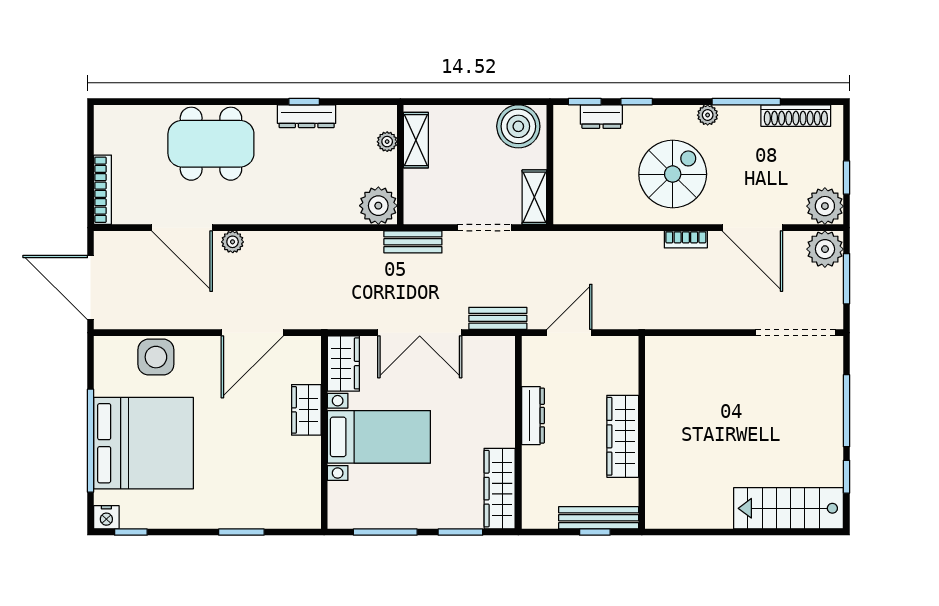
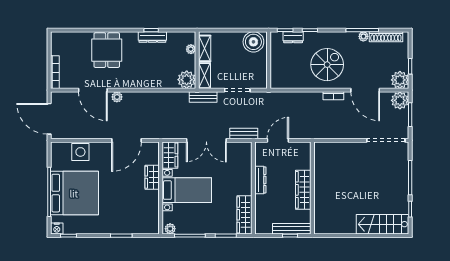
plant: (708, 115) -> (363, 36), moved
dining table: (211, 144) -> (107, 50), width x0.73
shelving: (534, 197) -> (204, 76), moved
plant: (344, 518) -> (170, 229), added

